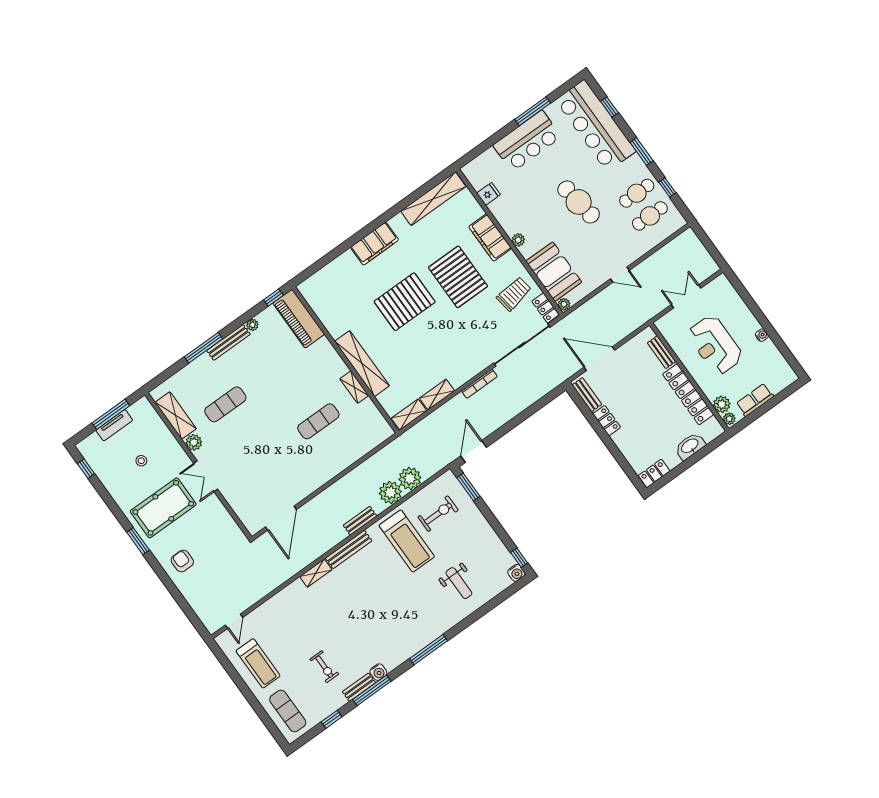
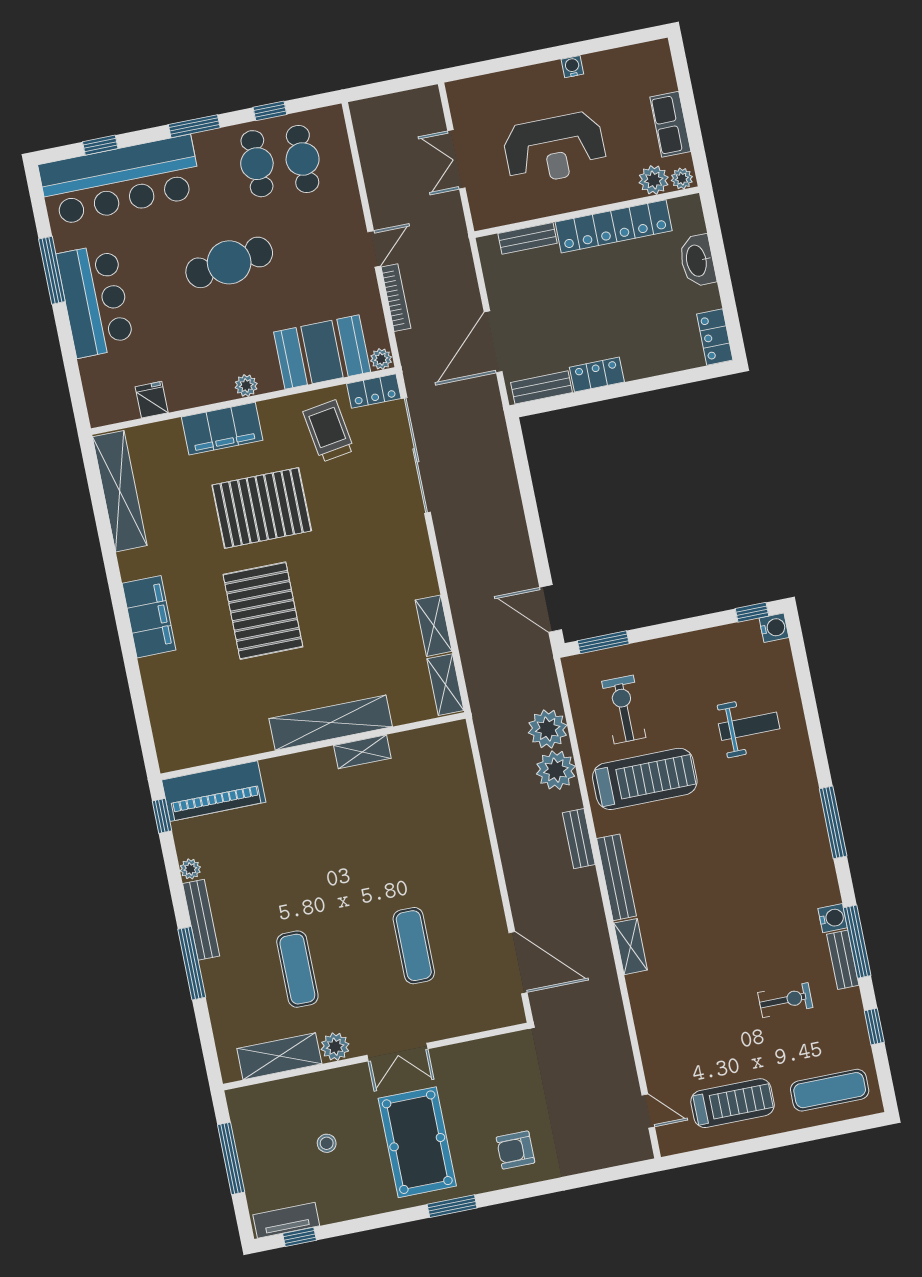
bookcase: (479, 384) -> (396, 298), moved
exercise mat: (318, 421) -> (414, 946), moved
tv unit: (114, 425) -> (286, 1220), moved, turned -90

